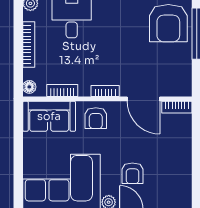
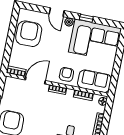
door: (143, 99) -> (35, 80), hinge flipped
armchair: (132, 173) -> (29, 34), moved, width x1.88, depth x1.88

